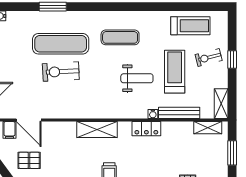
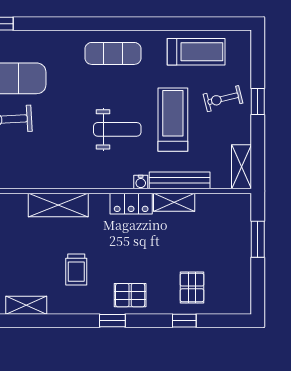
exercise mat: (120, 37) -> (113, 53), moved
shelving: (208, 128) -> (174, 202), moved

